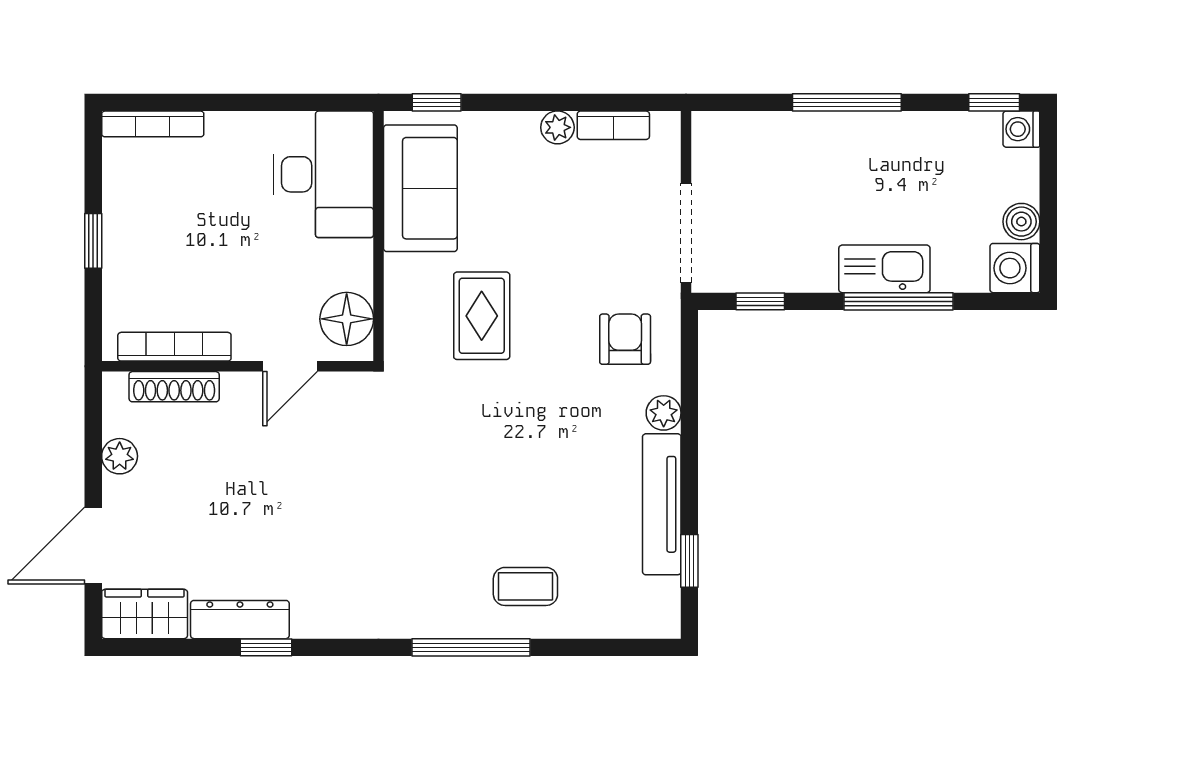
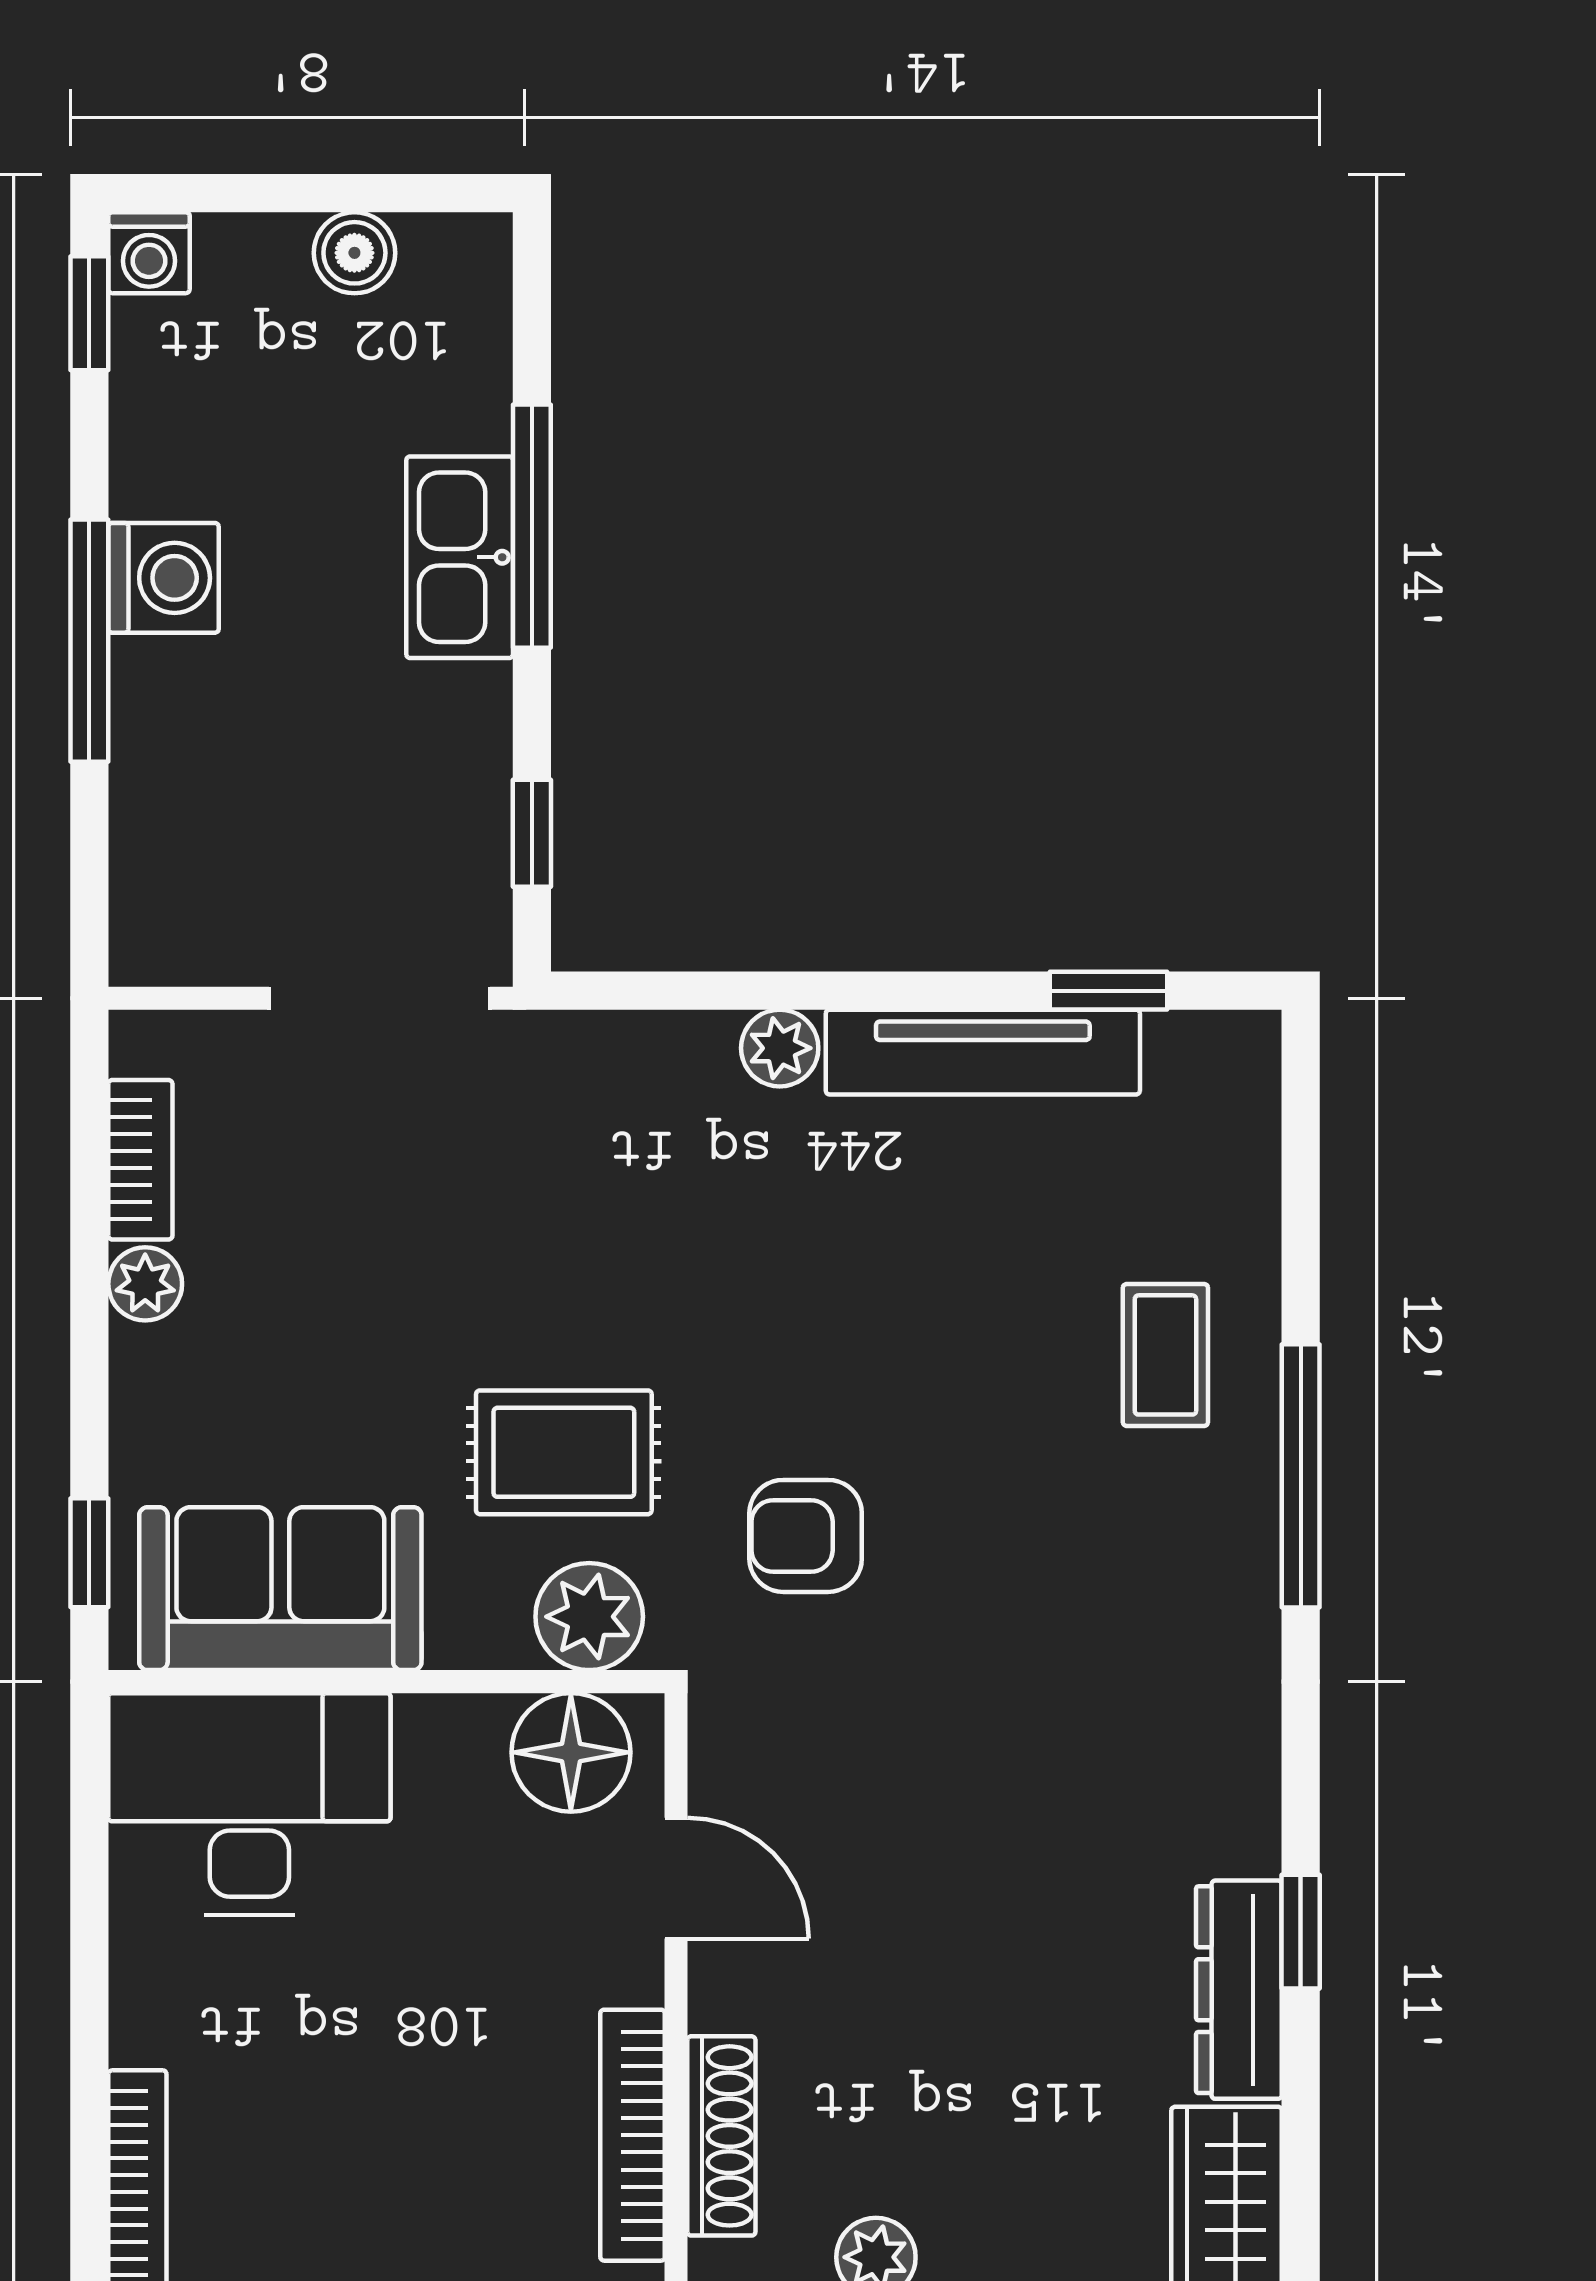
washing machine: (1015, 268) -> (164, 578), moved, turned -90
plant: (408, 327) -> (589, 1617), added
armchair: (625, 339) -> (806, 1536), moved

